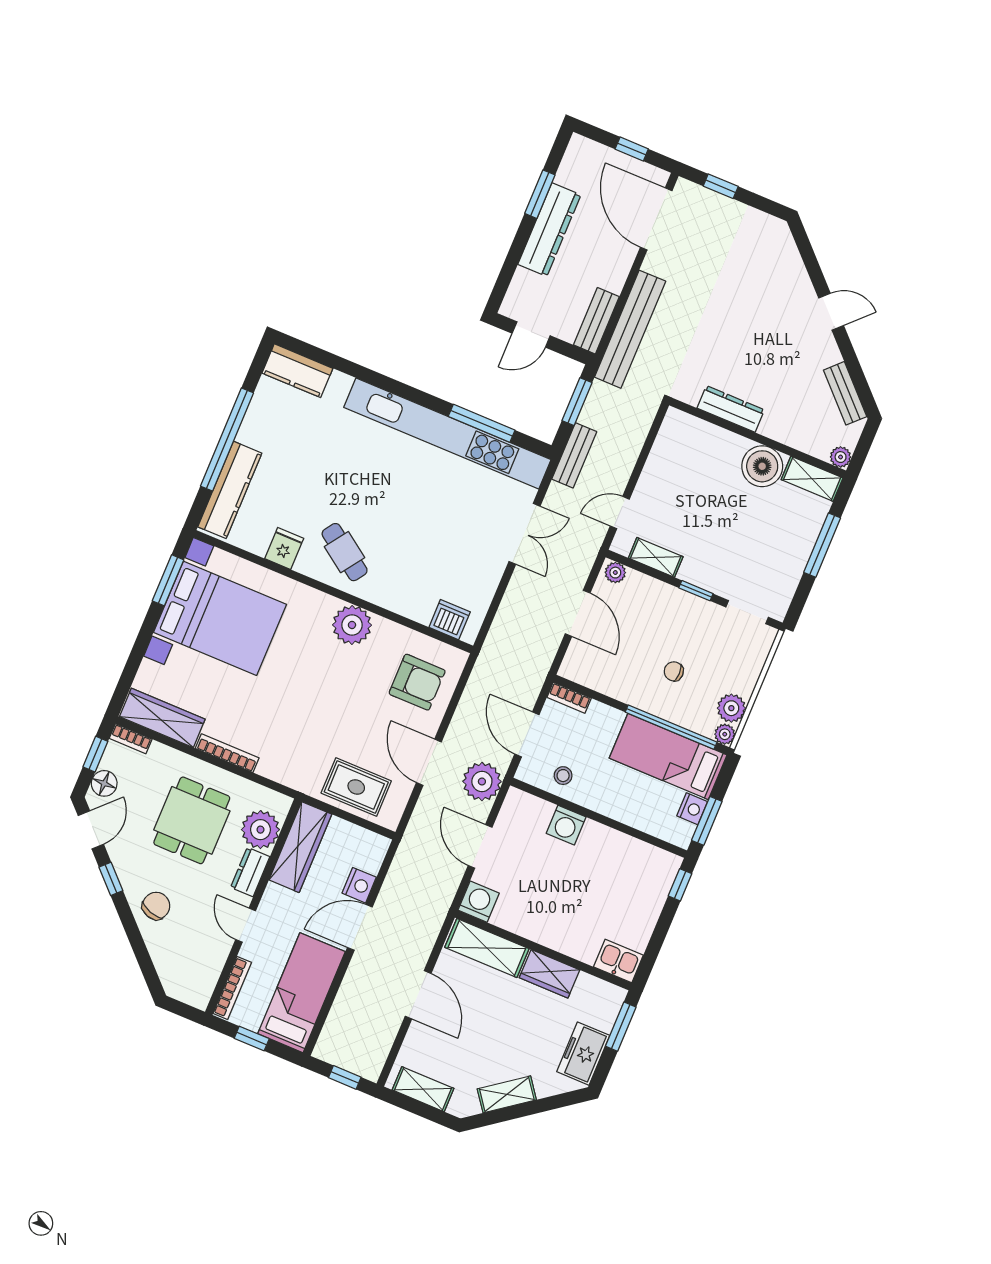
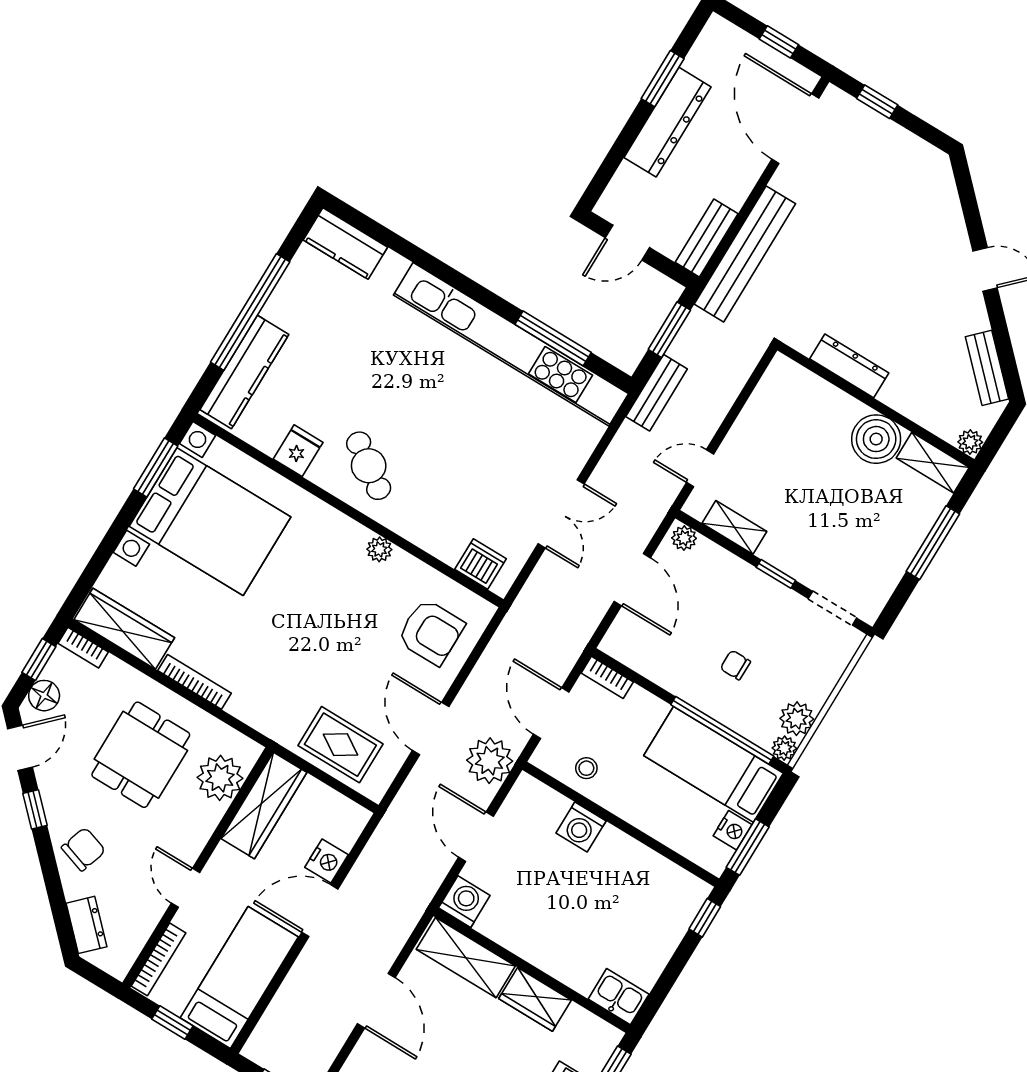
double door: (524, 534) -> (561, 514), moved
plant: (352, 625) -> (379, 549), width x0.53, depth x0.53
dresser: (250, 872) -> (86, 925), moved, turned 135

